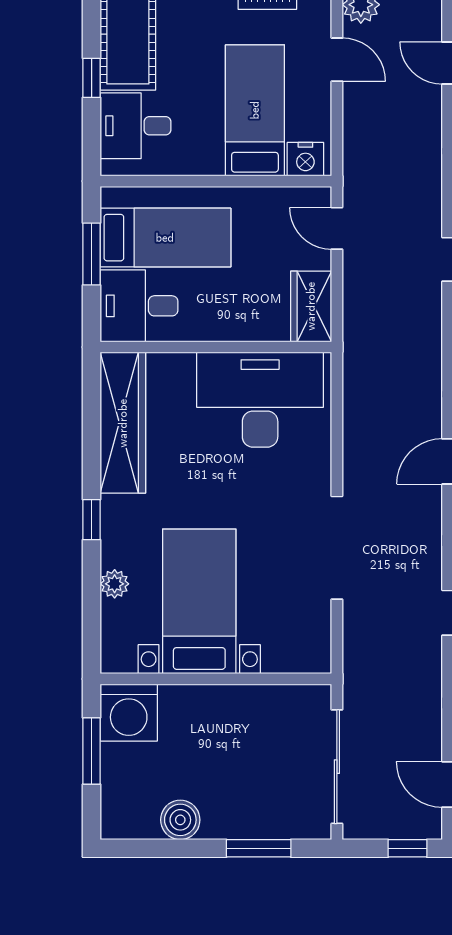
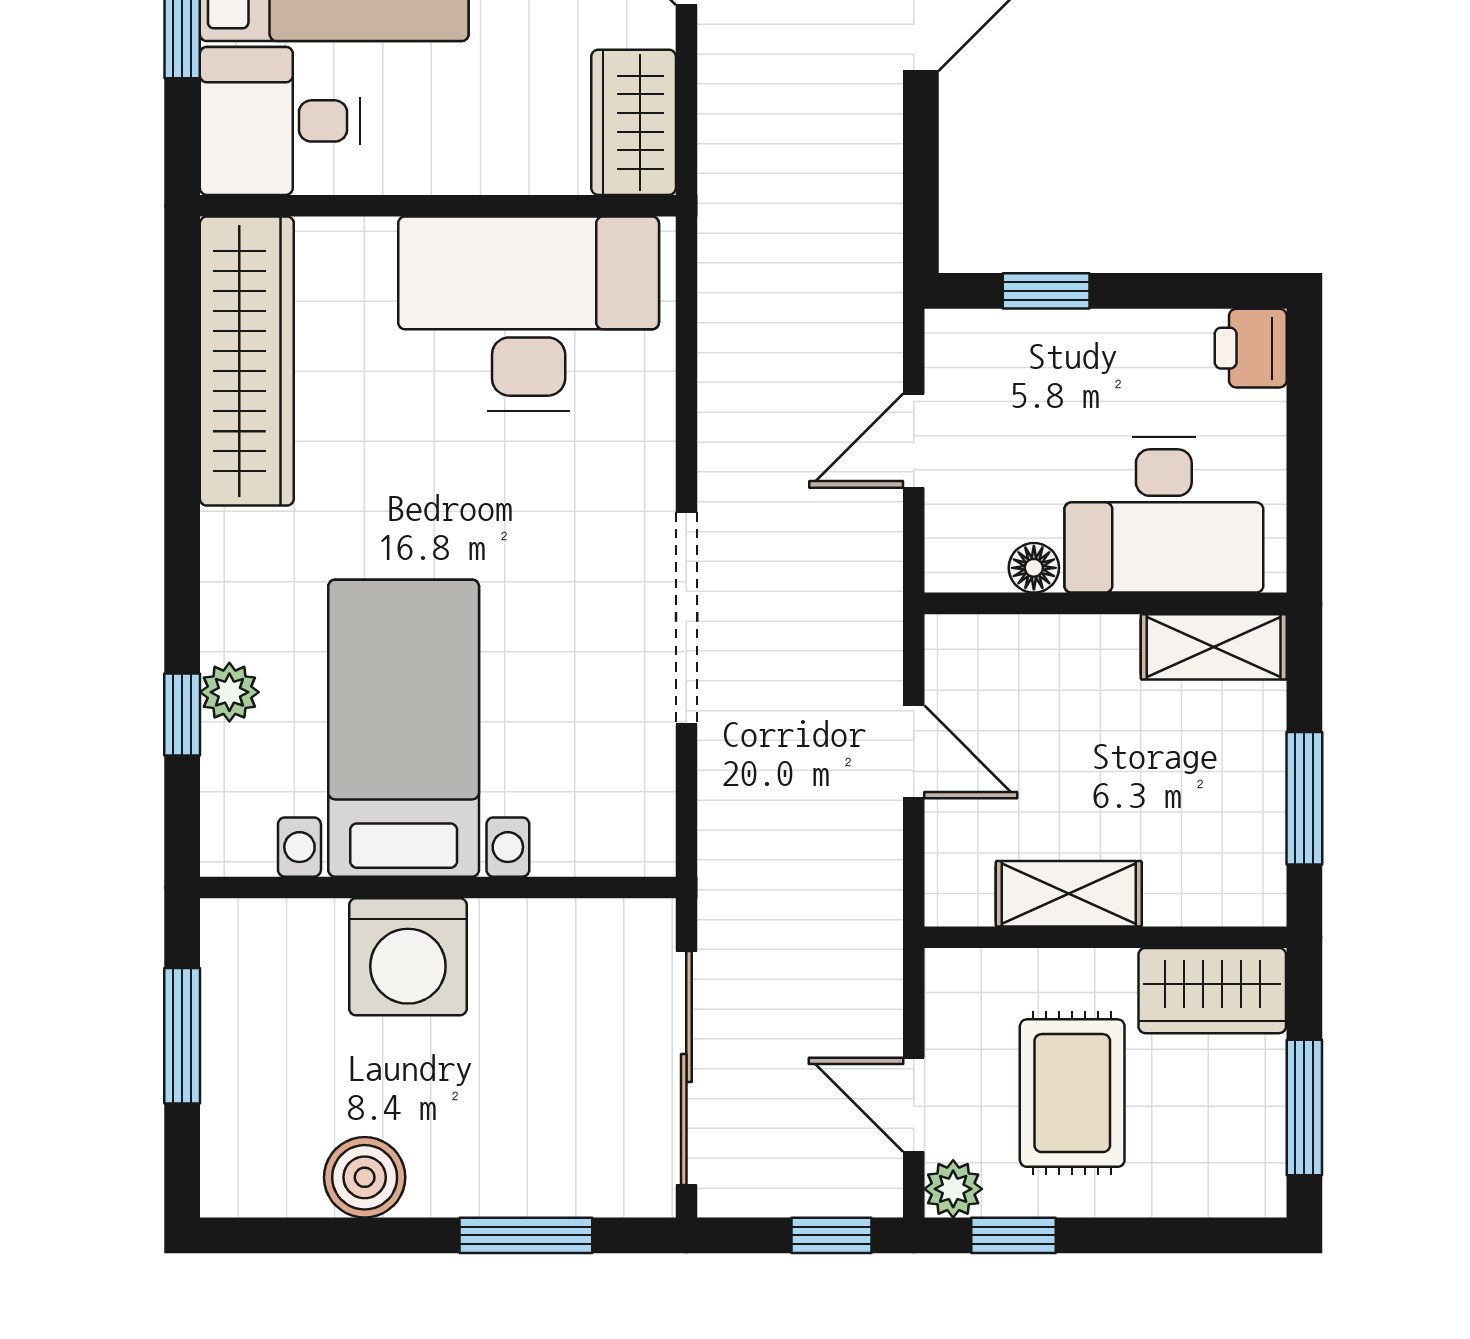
window: (92, 520) -> (182, 714), moved
washing machine: (129, 713) -> (408, 957), moved

